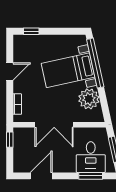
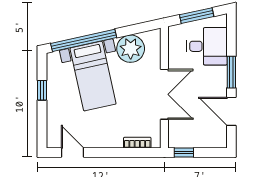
window: (31, 31) -> (42, 90), moved
door: (10, 72) -> (73, 152), moved
window: (91, 176) -> (231, 72), moved

